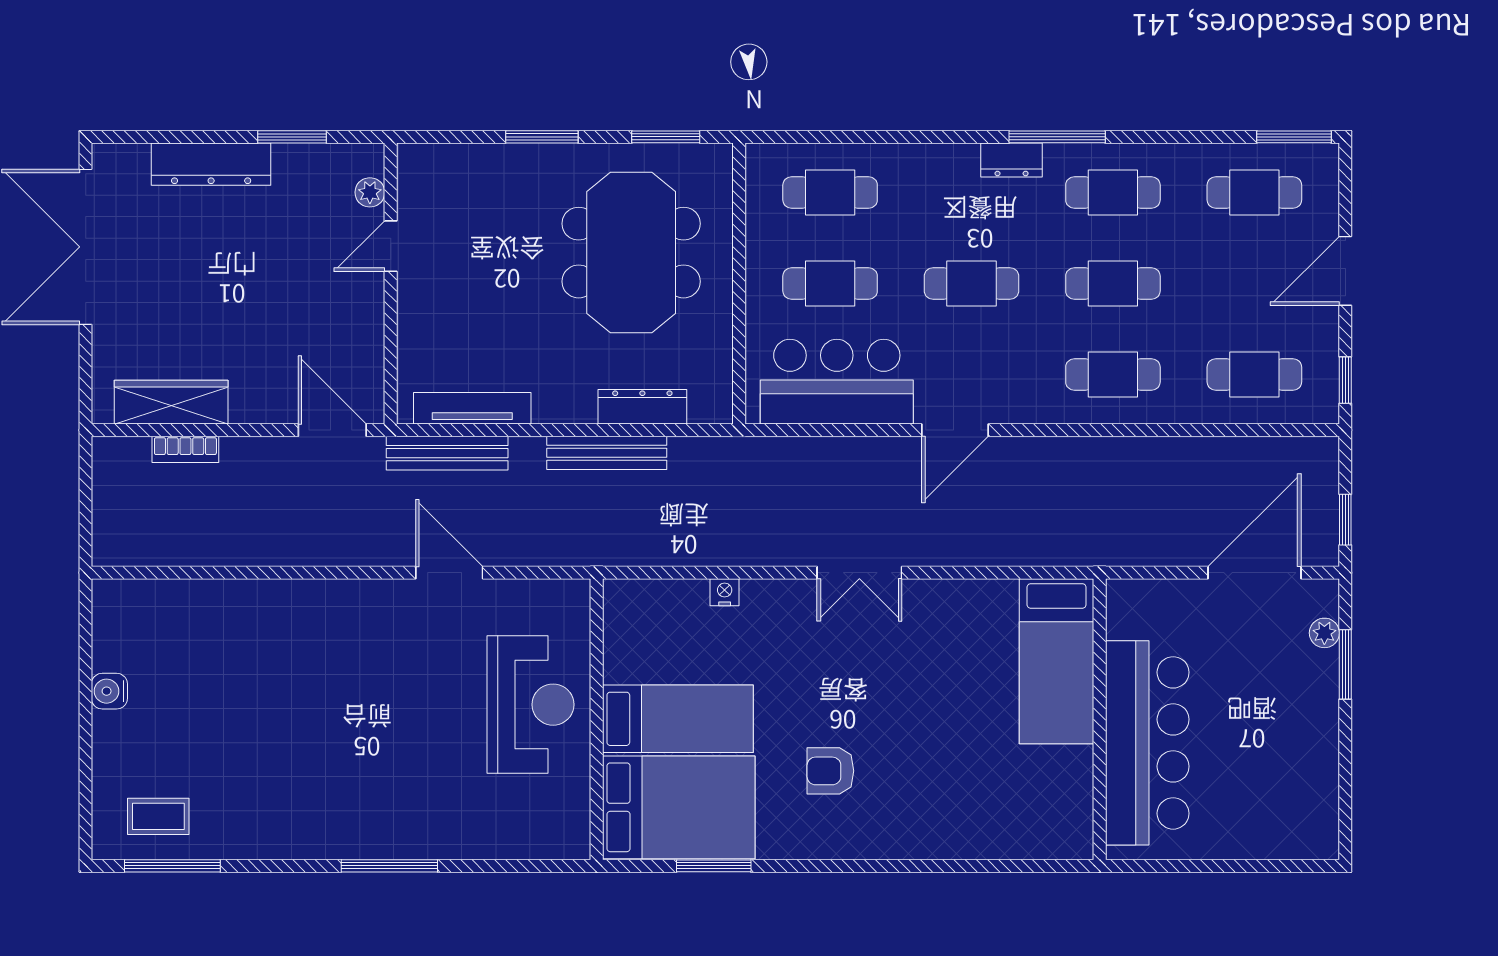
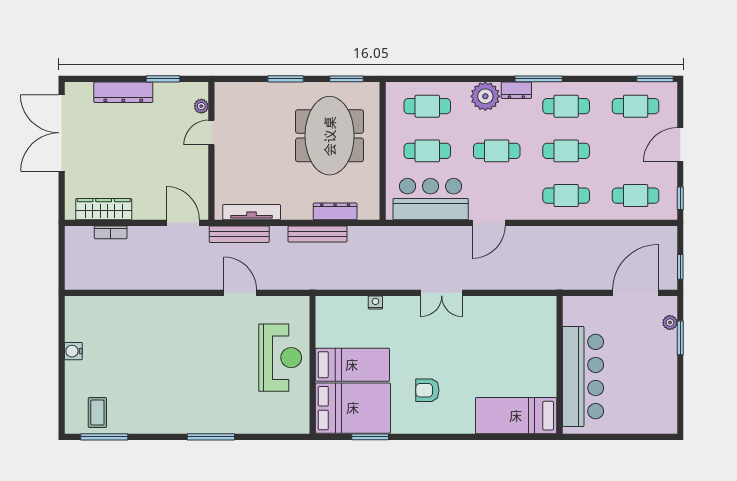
plant: (948, 172) -> (485, 96), added
bed: (1057, 661) -> (516, 416), moved, turned 90
coffee table: (158, 816) -> (97, 413), turned 90

